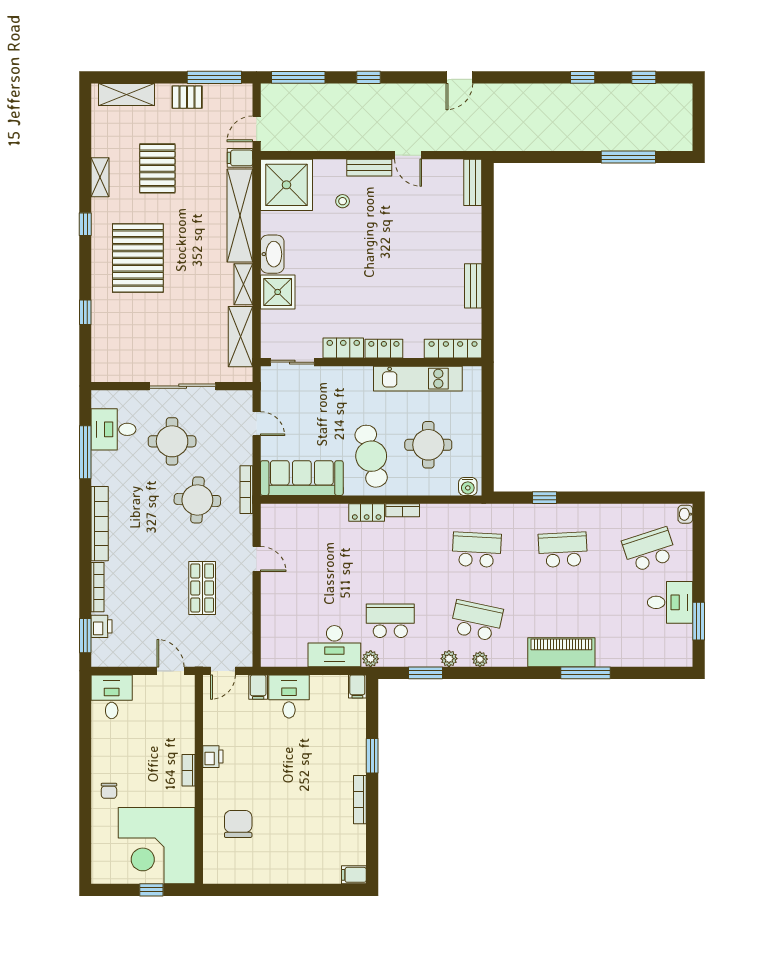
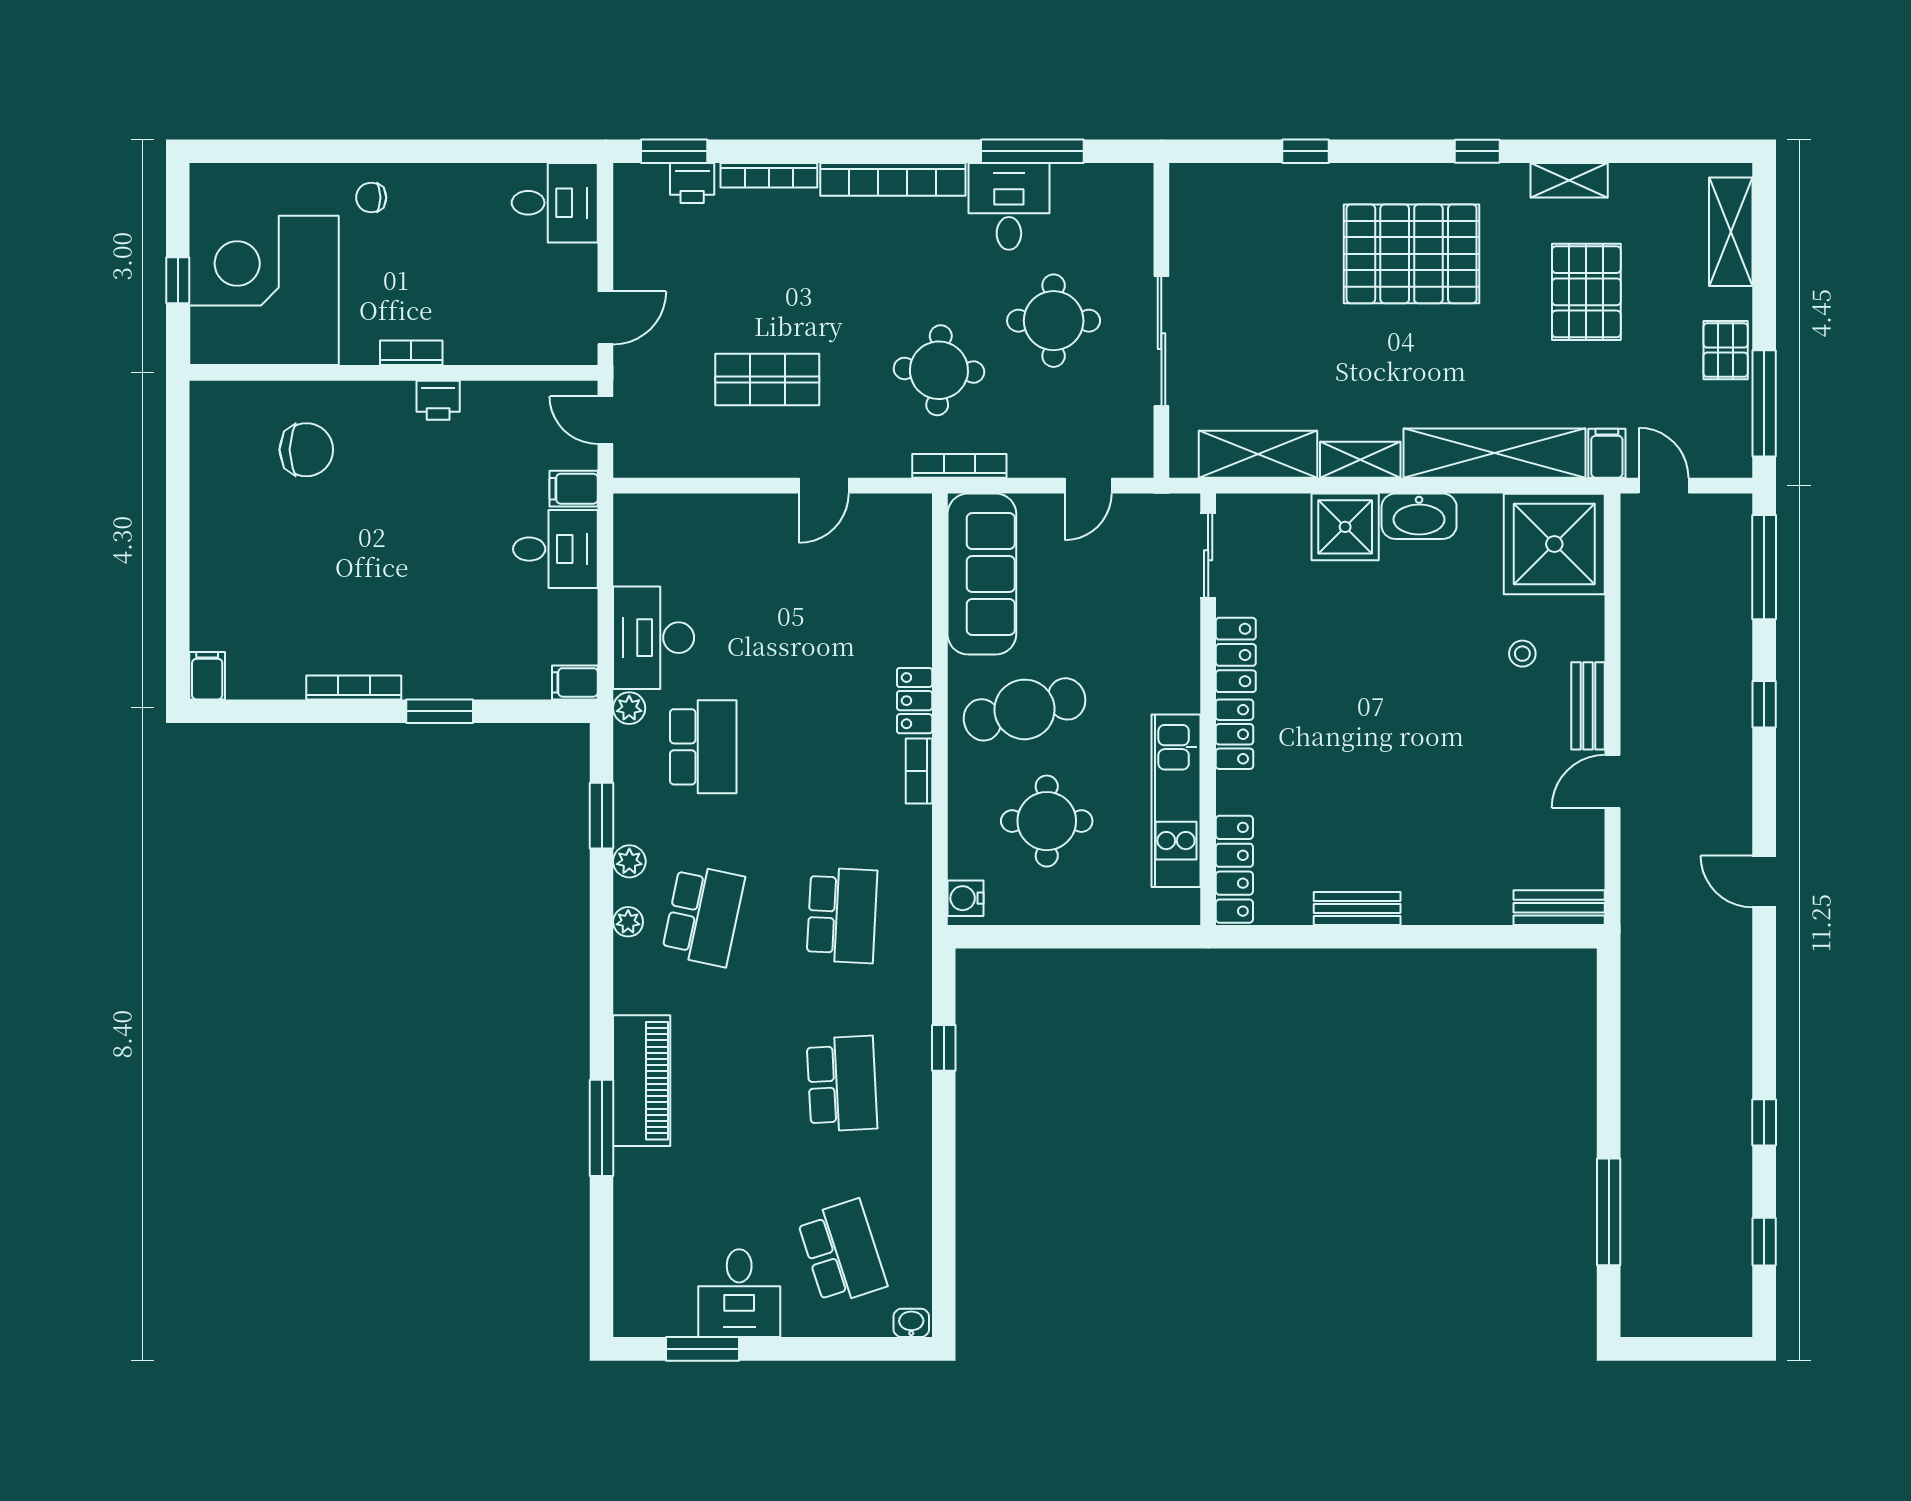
pallet: (157, 168) -> (1586, 292), turned 90
desk: (114, 429) -> (1009, 206), moved

